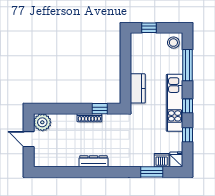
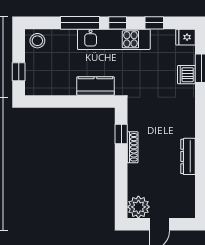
window: (187, 65) -> (80, 23), moved
dishwasher: (162, 160) -> (186, 75), moved
dresser: (94, 161) -> (188, 156), moved

